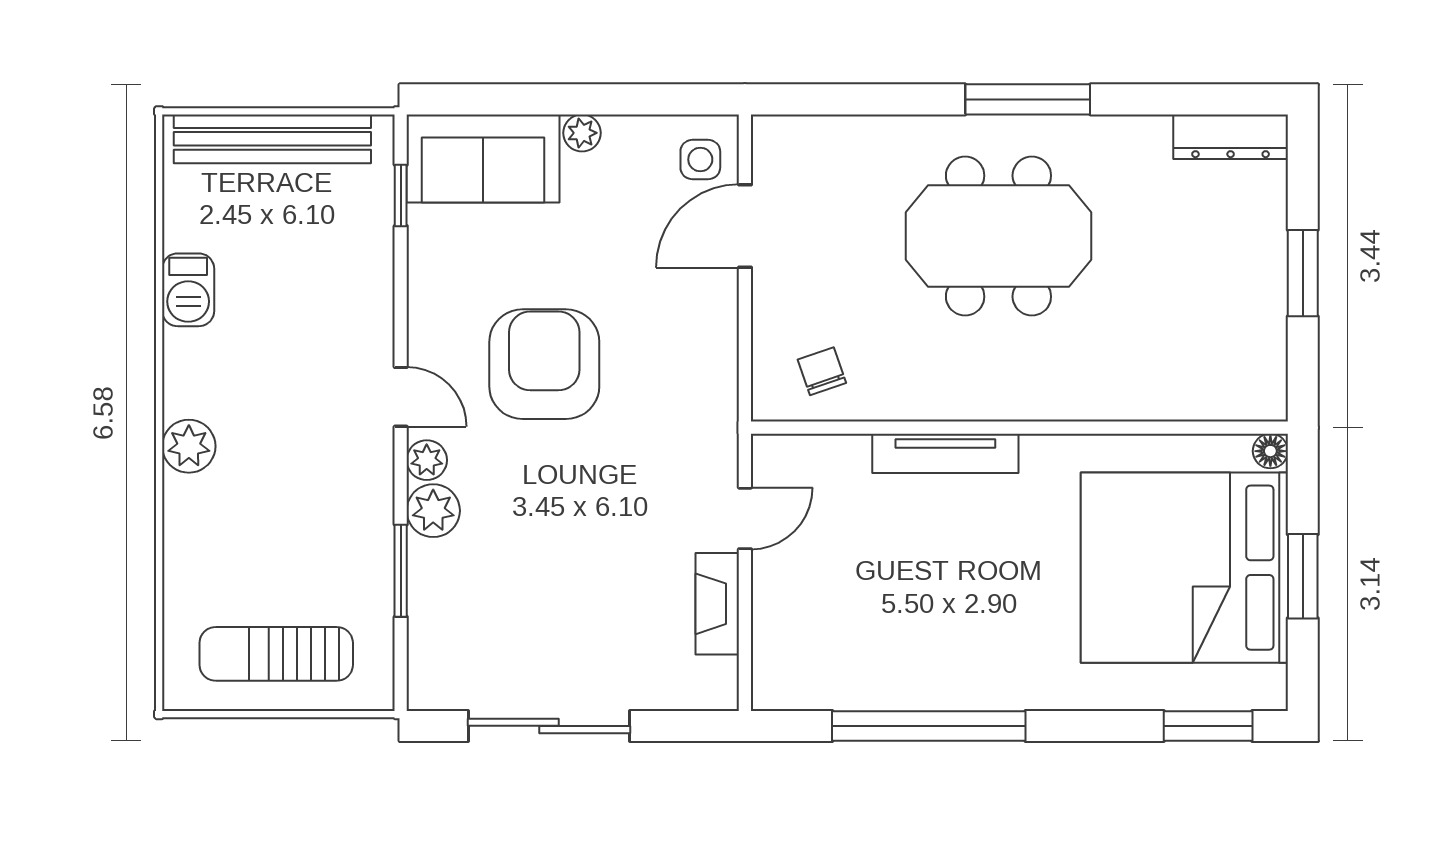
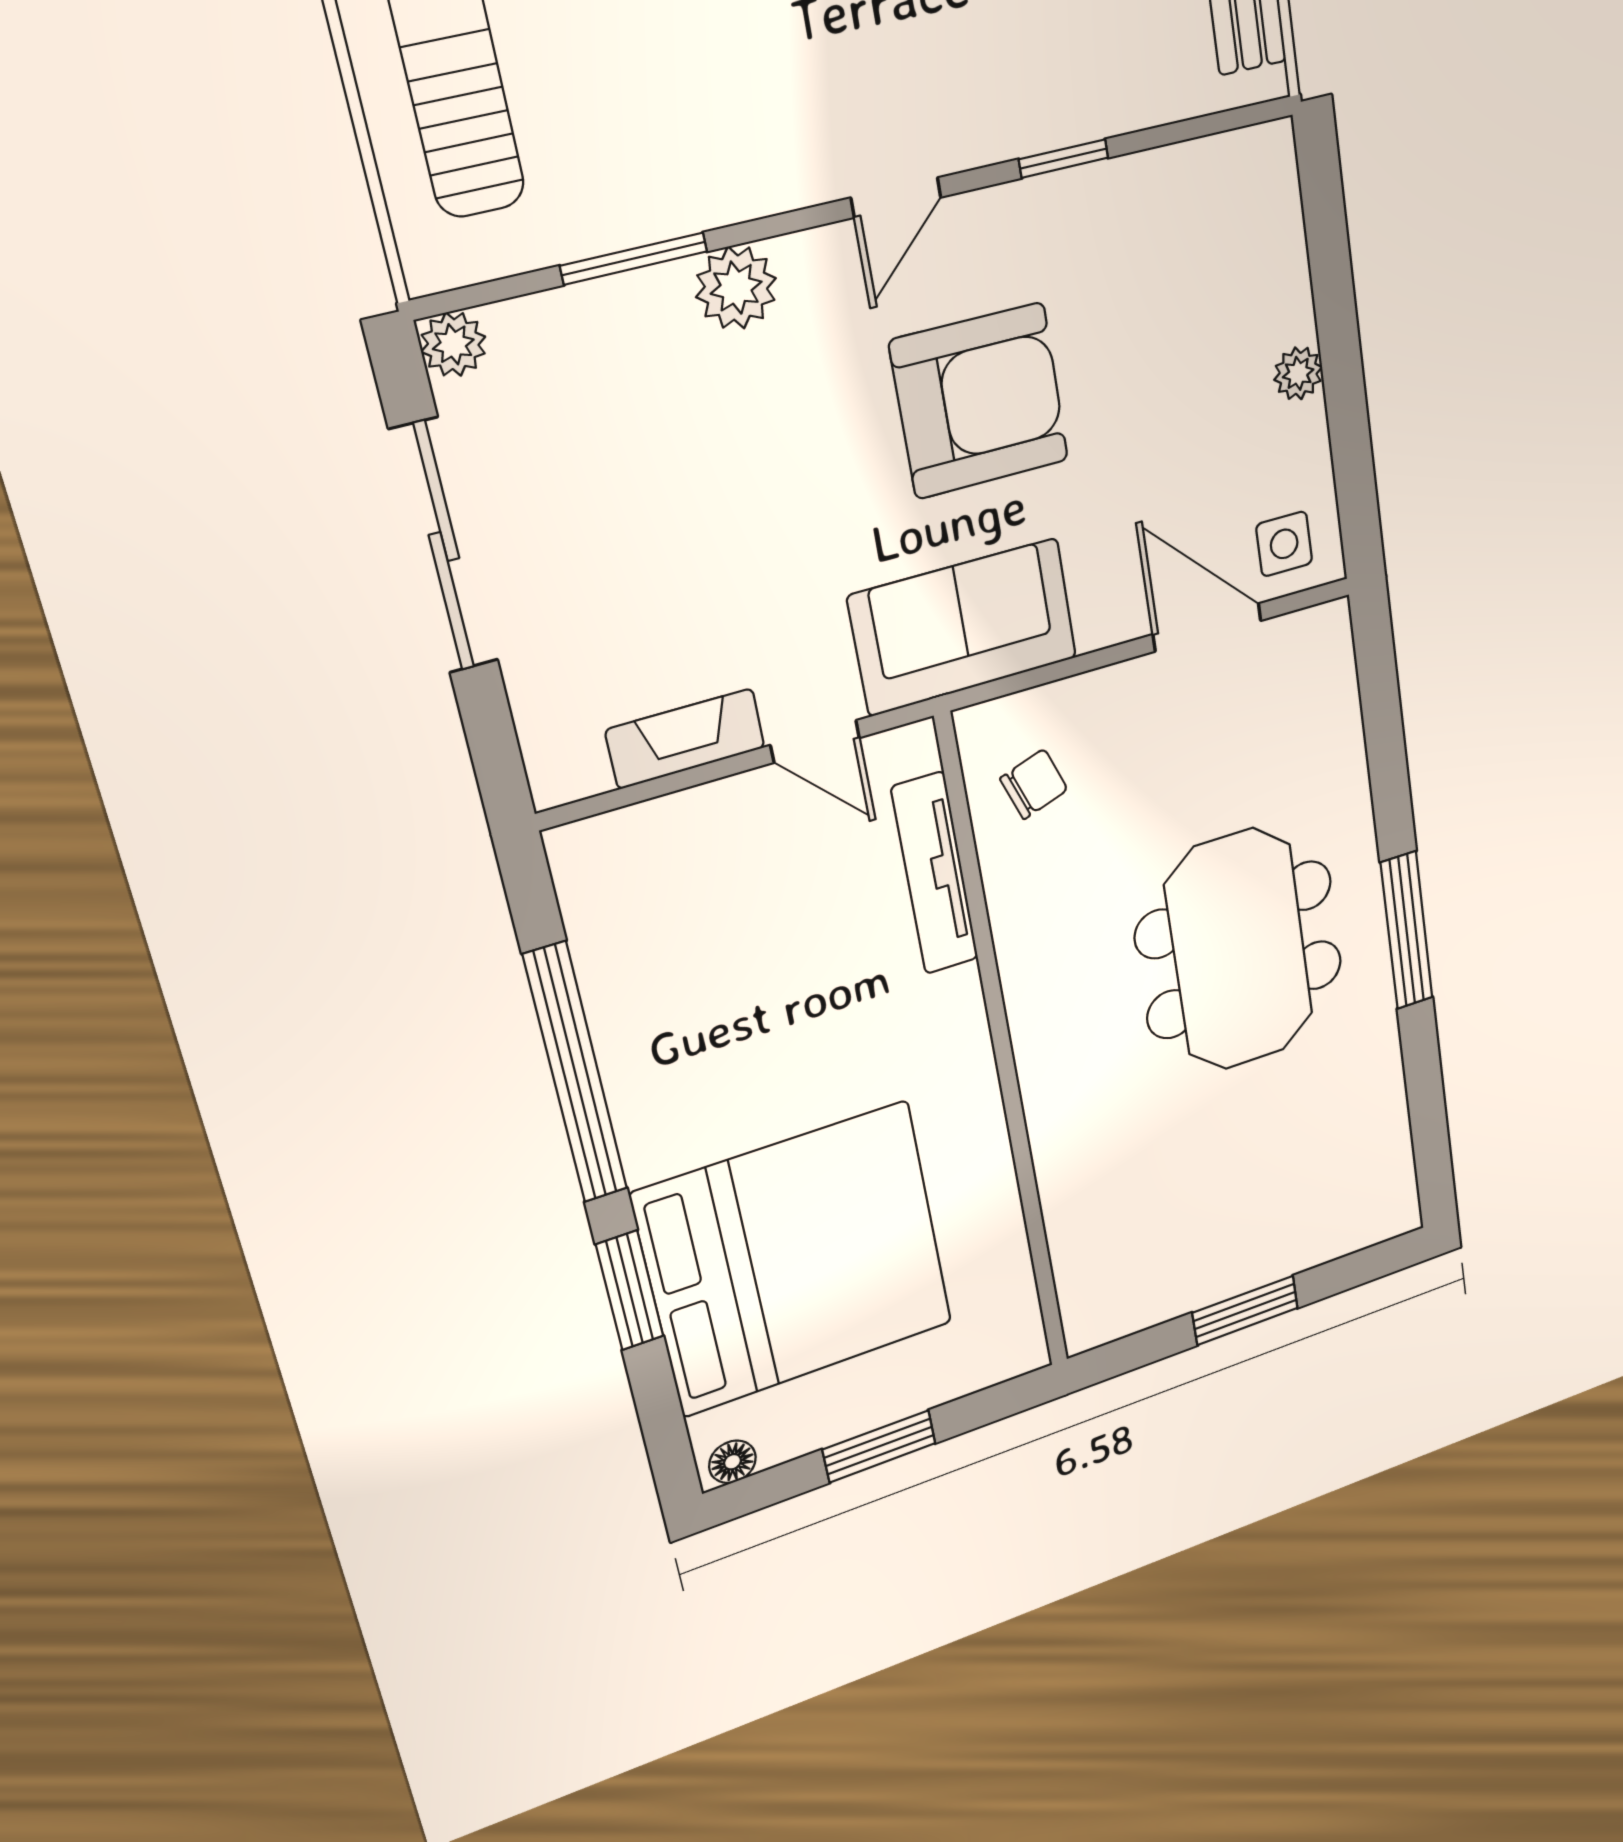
dresser: (1231, 137) -> (1391, 1175), removed
sofa: (483, 158) -> (963, 627), moved, turned 90
window: (401, 195) -> (1064, 159), moved
floor lamp: (1270, 451) -> (732, 1462), moved
tv unit: (945, 453) -> (935, 874), moved
plant: (427, 460) -> (453, 344), moved
bed: (1184, 568) -> (795, 1259), moved, turned 90
window: (1208, 726) -> (630, 1290), moved

